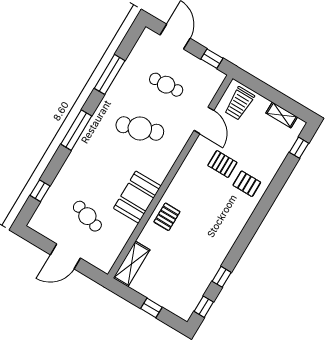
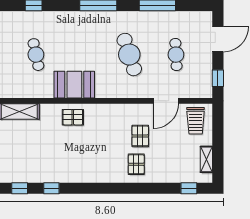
trolley: (239, 103) -> (196, 121), turned -90
cafe table: (87, 216) -> (36, 55), turned -30

